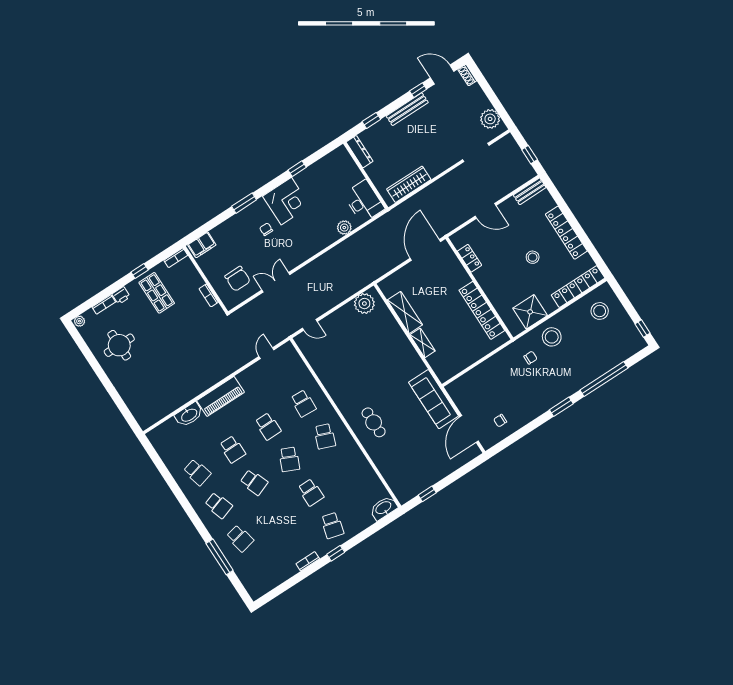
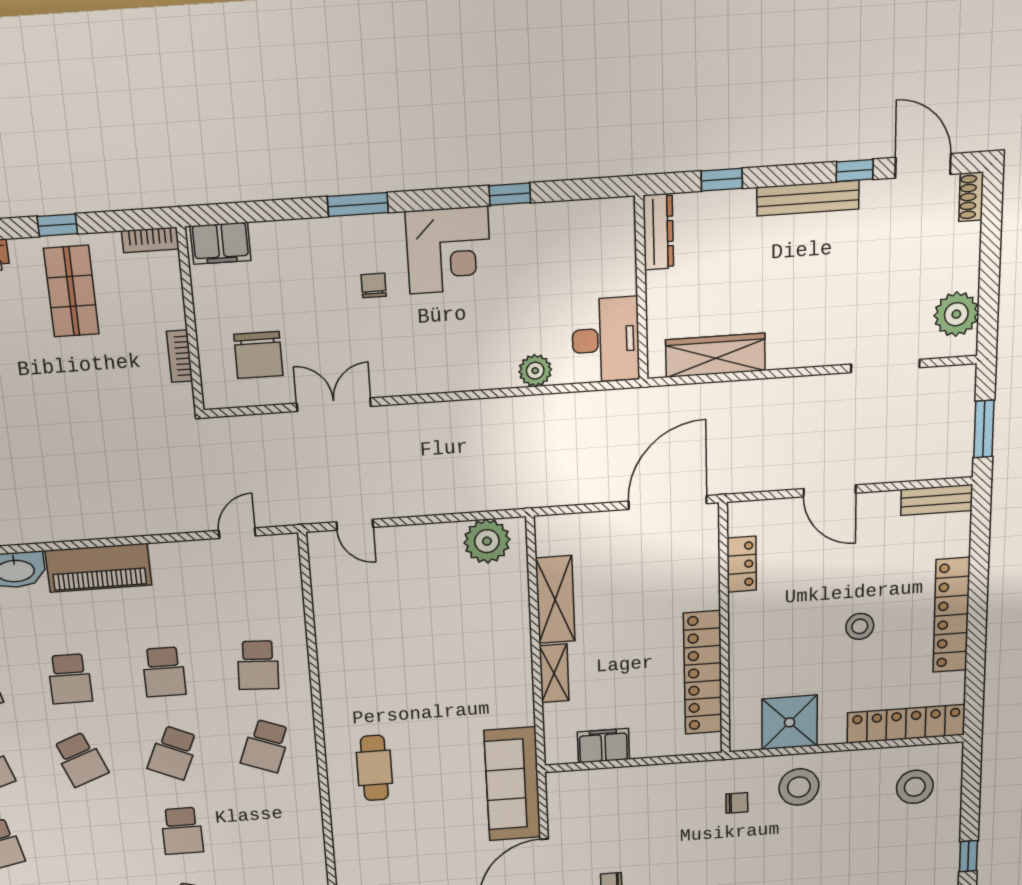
window: (530, 155) -> (984, 429), width x1.50
filing cabinet: (461, 363) -> (603, 746), added

